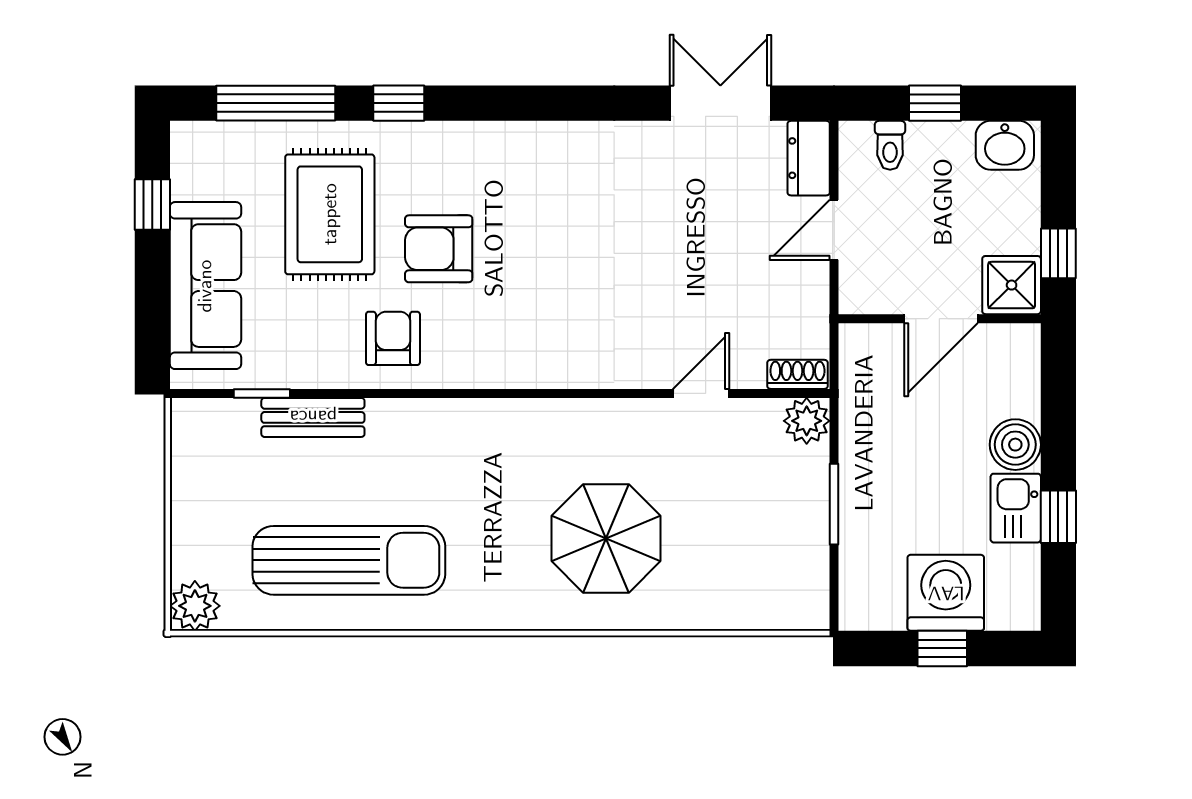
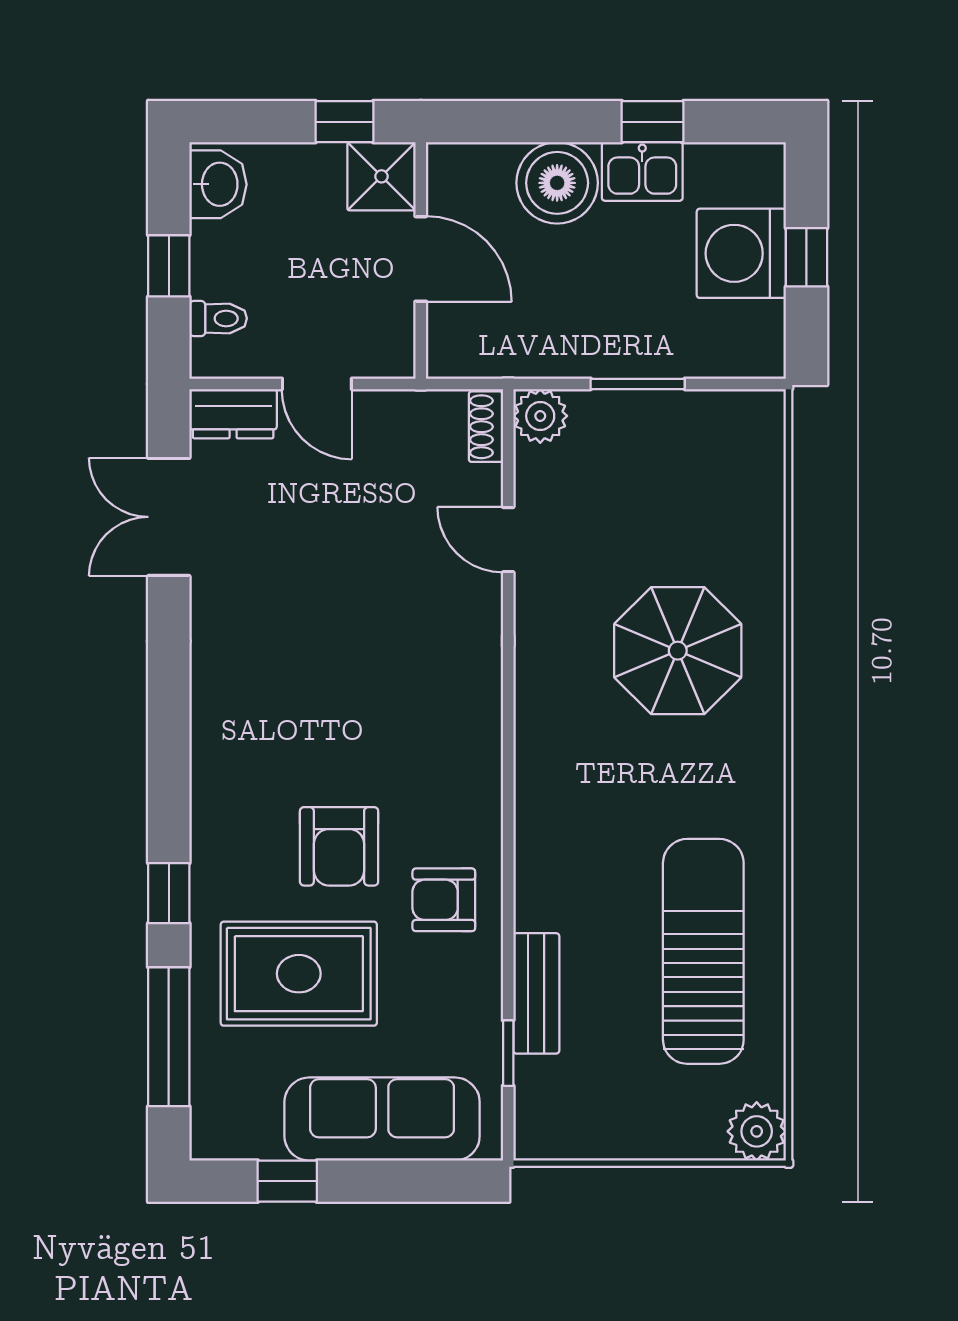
boiler: (1015, 445) -> (557, 183), width x1.37, depth x1.37

